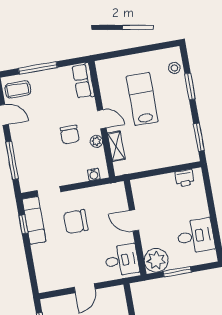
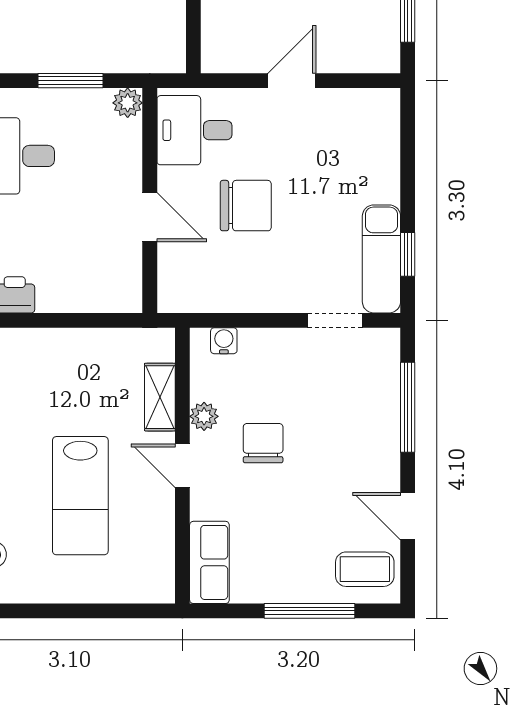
chair: (76, 222) -> (246, 206), moved
plant: (156, 260) -> (128, 103), width x0.53, depth x0.53

